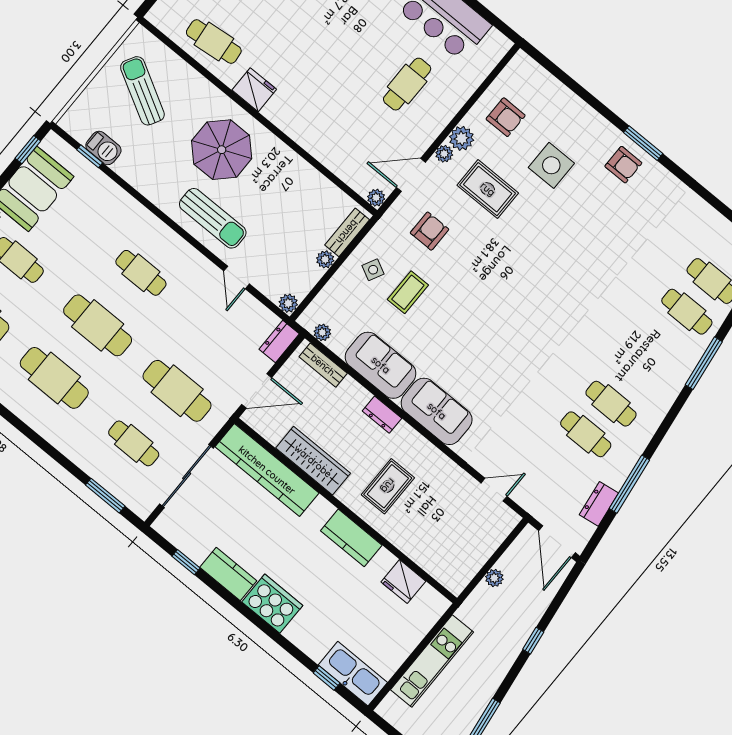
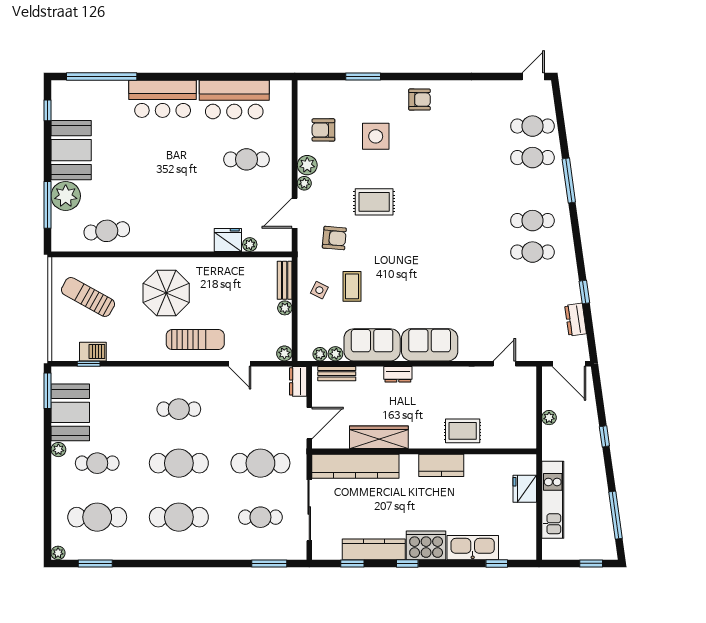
cafe table: (407, 84) -> (246, 159), turned 90
fridge: (254, 90) -> (228, 240), moved
armchair: (506, 117) -> (323, 130), turned 180
window: (643, 143) -> (363, 76), moved
window: (28, 150) -> (48, 391), width x1.50
rug: (488, 189) -> (374, 202), moved
plant: (376, 198) -> (250, 245), moved
armchair: (429, 231) -> (334, 238), turned 95
plant: (338, 345) -> (335, 354), added
cafe table: (586, 434) -> (532, 221), moved
window: (629, 484) -> (584, 292), width x0.46
rug: (388, 486) -> (463, 431), moved, turned 90
kitchen counter: (228, 574) -> (374, 549), width x1.50
fridge: (403, 582) -> (525, 489), moved, turned 90
window: (239, 606) -> (407, 563), added
kitchen sink: (353, 674) -> (473, 548), moved

